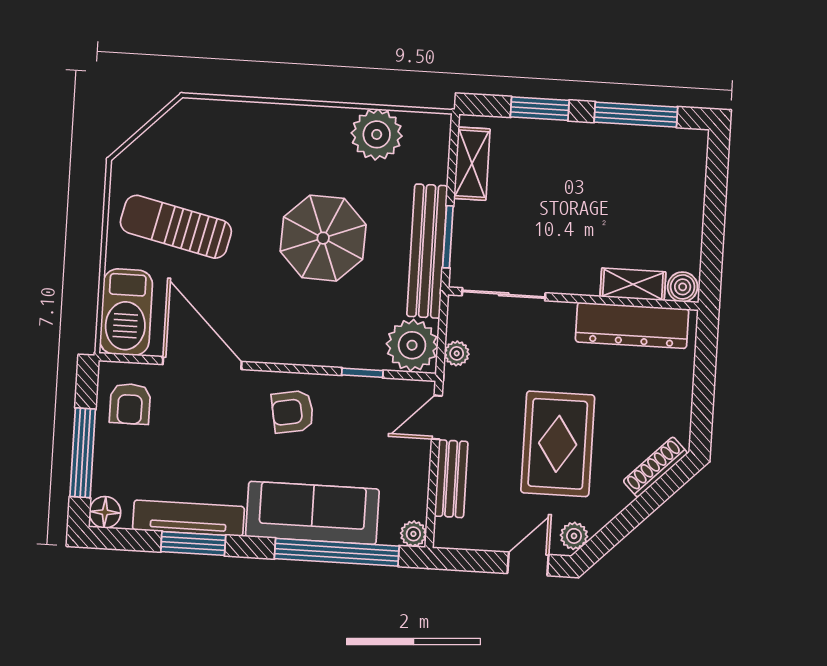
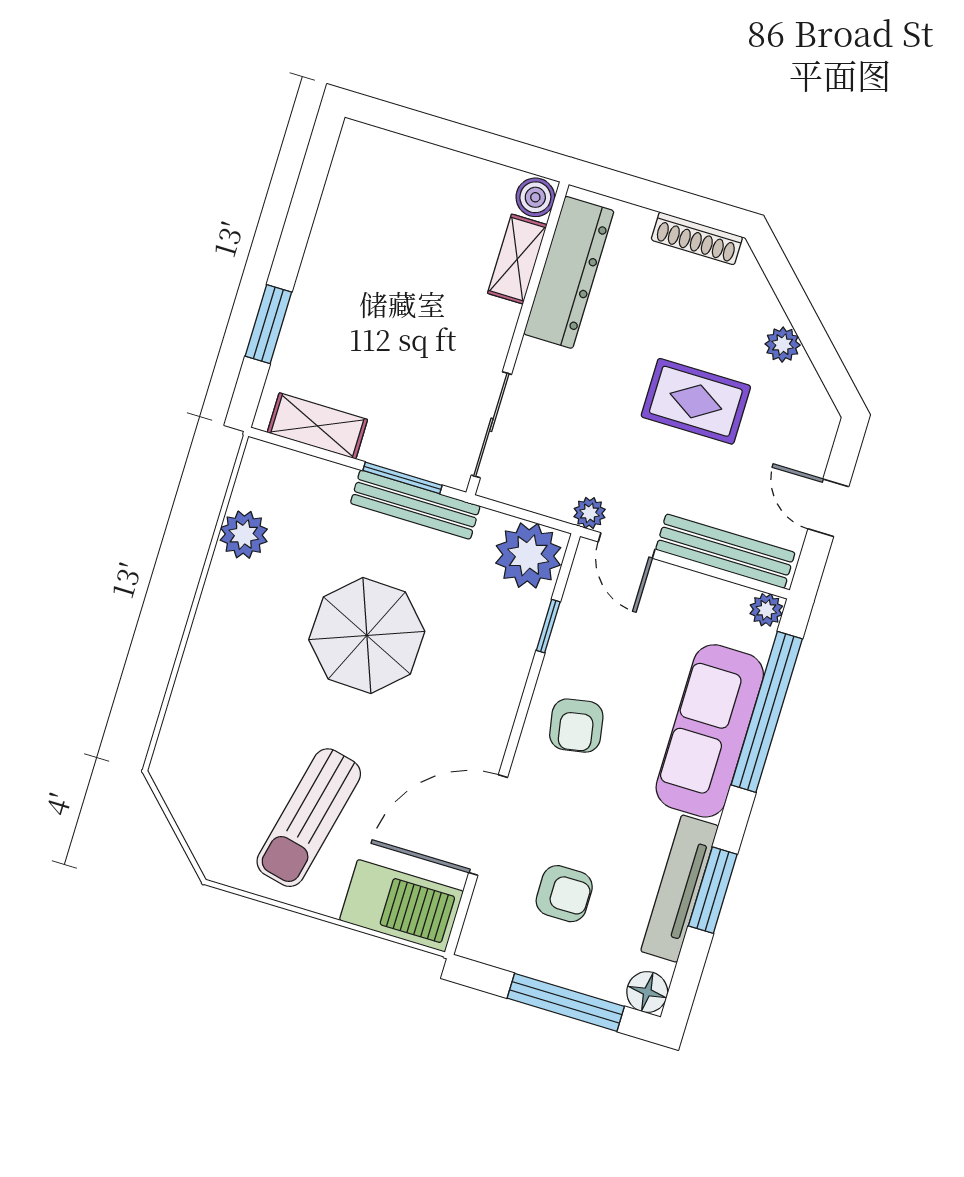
window: (636, 115) -> (304, 205), removed
plant: (377, 134) -> (244, 535), width x0.73, depth x0.73
bench: (427, 251) -> (415, 505), width x0.73, depth x0.82
plant: (457, 353) -> (590, 513), moved
armchair: (130, 404) -> (564, 894), moved
rug: (558, 444) -> (696, 401), width x0.73, depth x0.70
shoe rack: (655, 467) -> (697, 238), moved, turned -45
bench: (451, 479) -> (725, 551), width x1.36
plant: (574, 536) -> (783, 345), moved
door: (528, 564) -> (828, 508), moved

